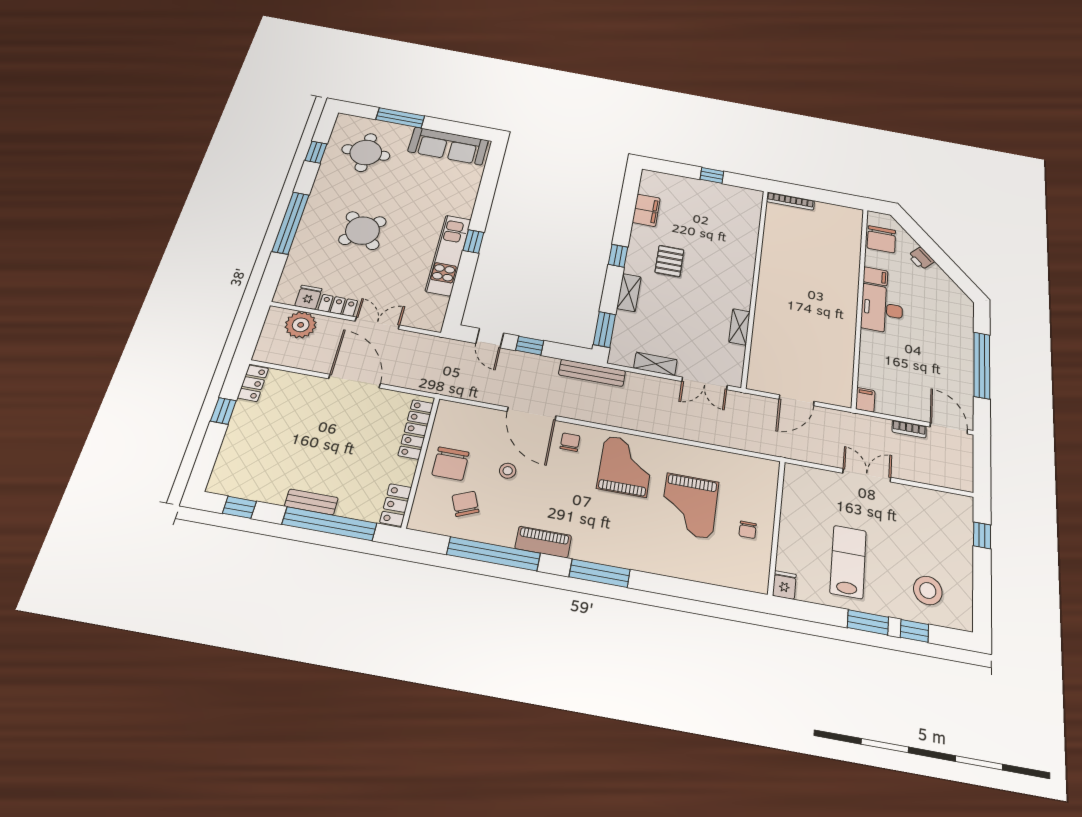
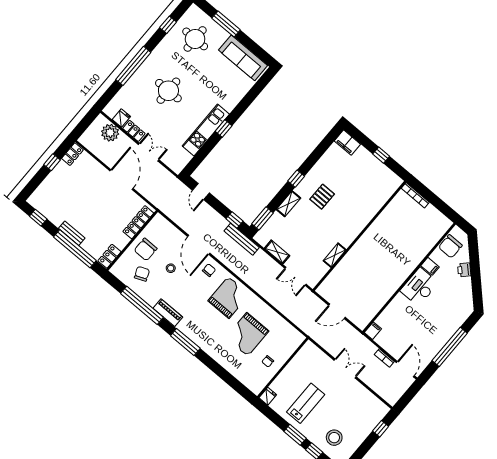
filing cabinet: (646, 210) -> (347, 143), moved, turned 90
round table: (362, 231) -> (168, 91), turned 45
window: (530, 346) -> (234, 220), moved

